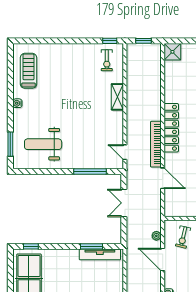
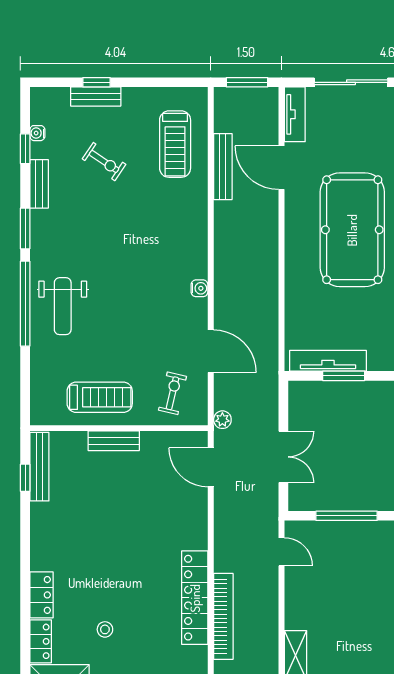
bookcase: (156, 144) -> (223, 616), moved
door: (163, 178) -> (211, 467), moved
plant: (156, 236) -> (222, 420), moved

